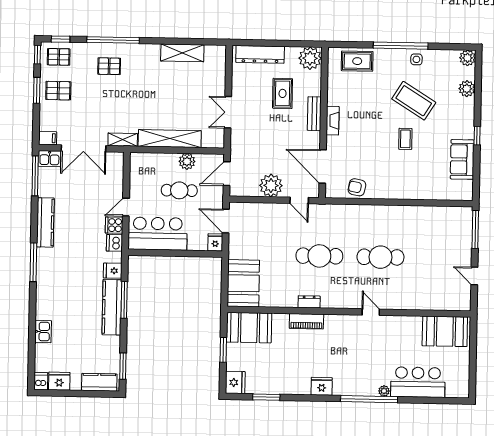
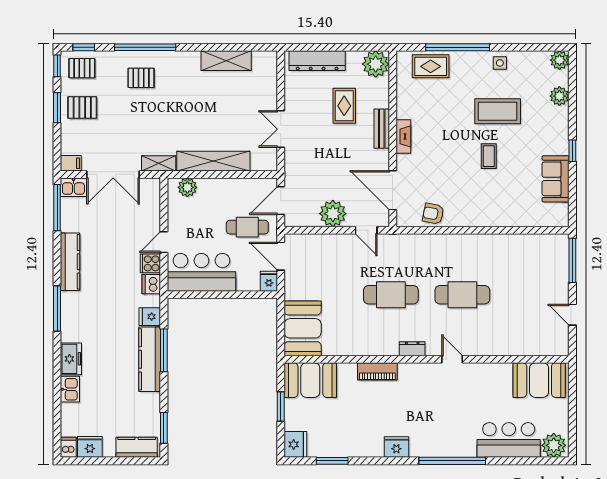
window: (401, 46) -> (458, 47), moved
coffee table: (414, 101) -> (498, 111), turned -32
plant: (187, 161) -> (187, 187), moved
cafe table: (179, 190) -> (247, 227), moved
dresser: (309, 302) -> (412, 349), moved
freezer: (44, 306) -> (71, 359), added
plant: (384, 391) -> (554, 445), moved, width x1.88, depth x1.88

